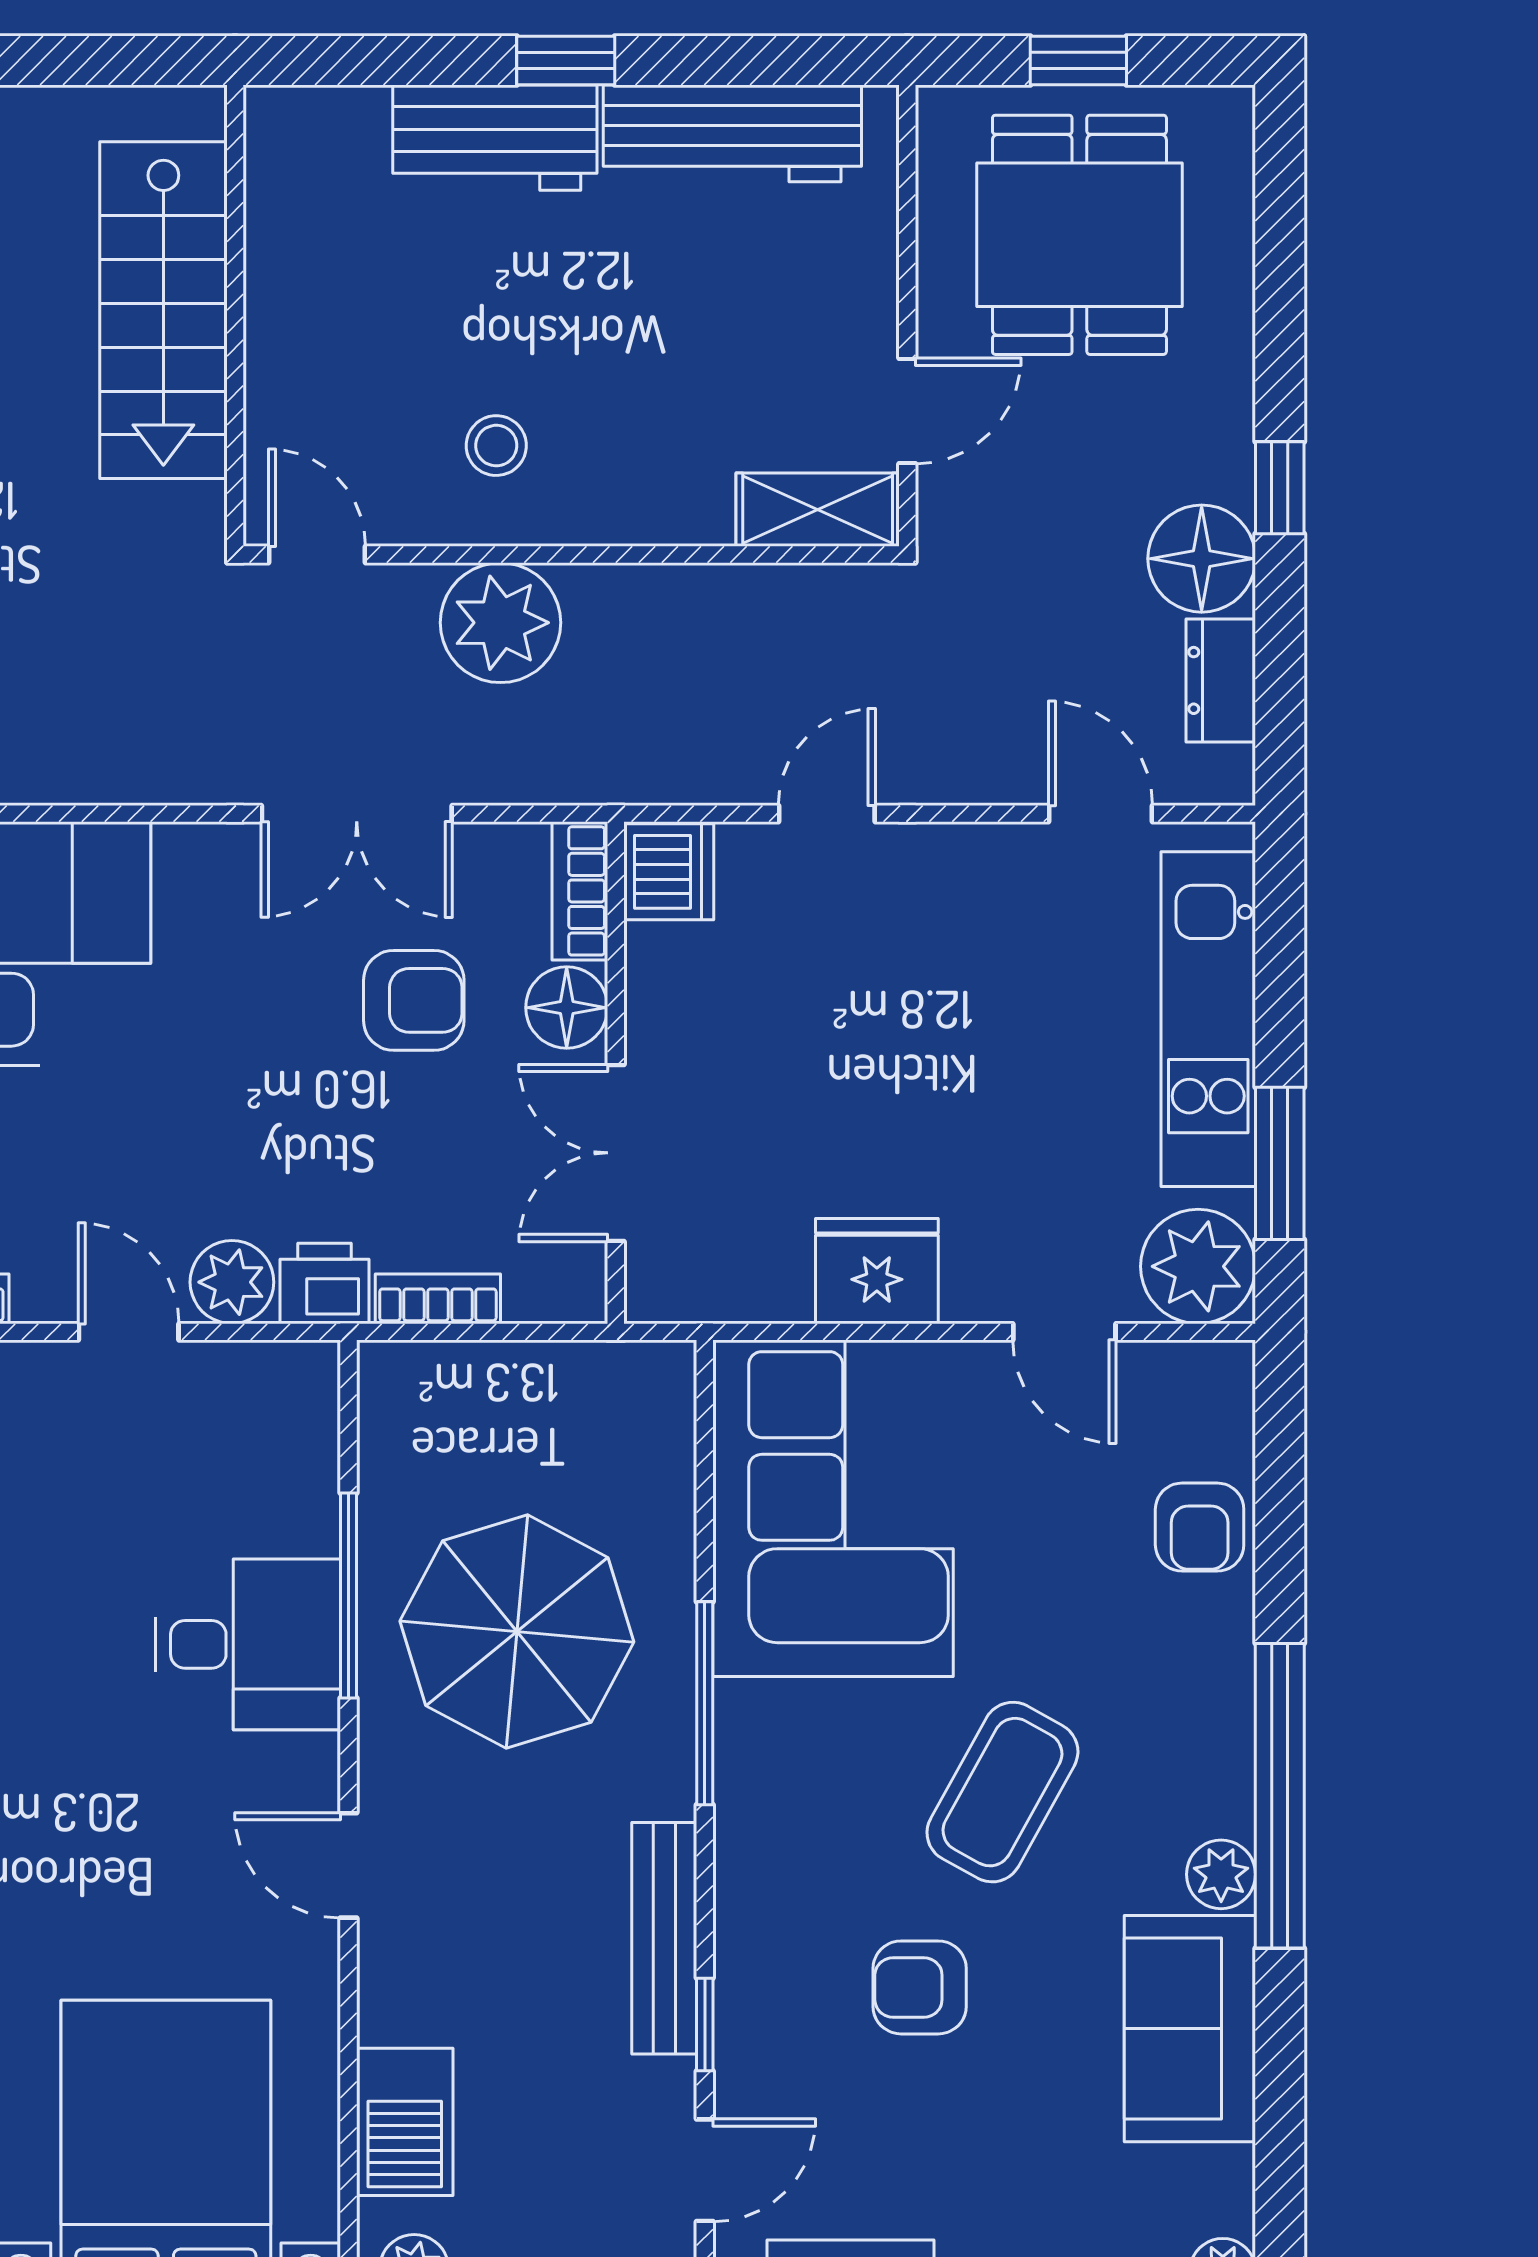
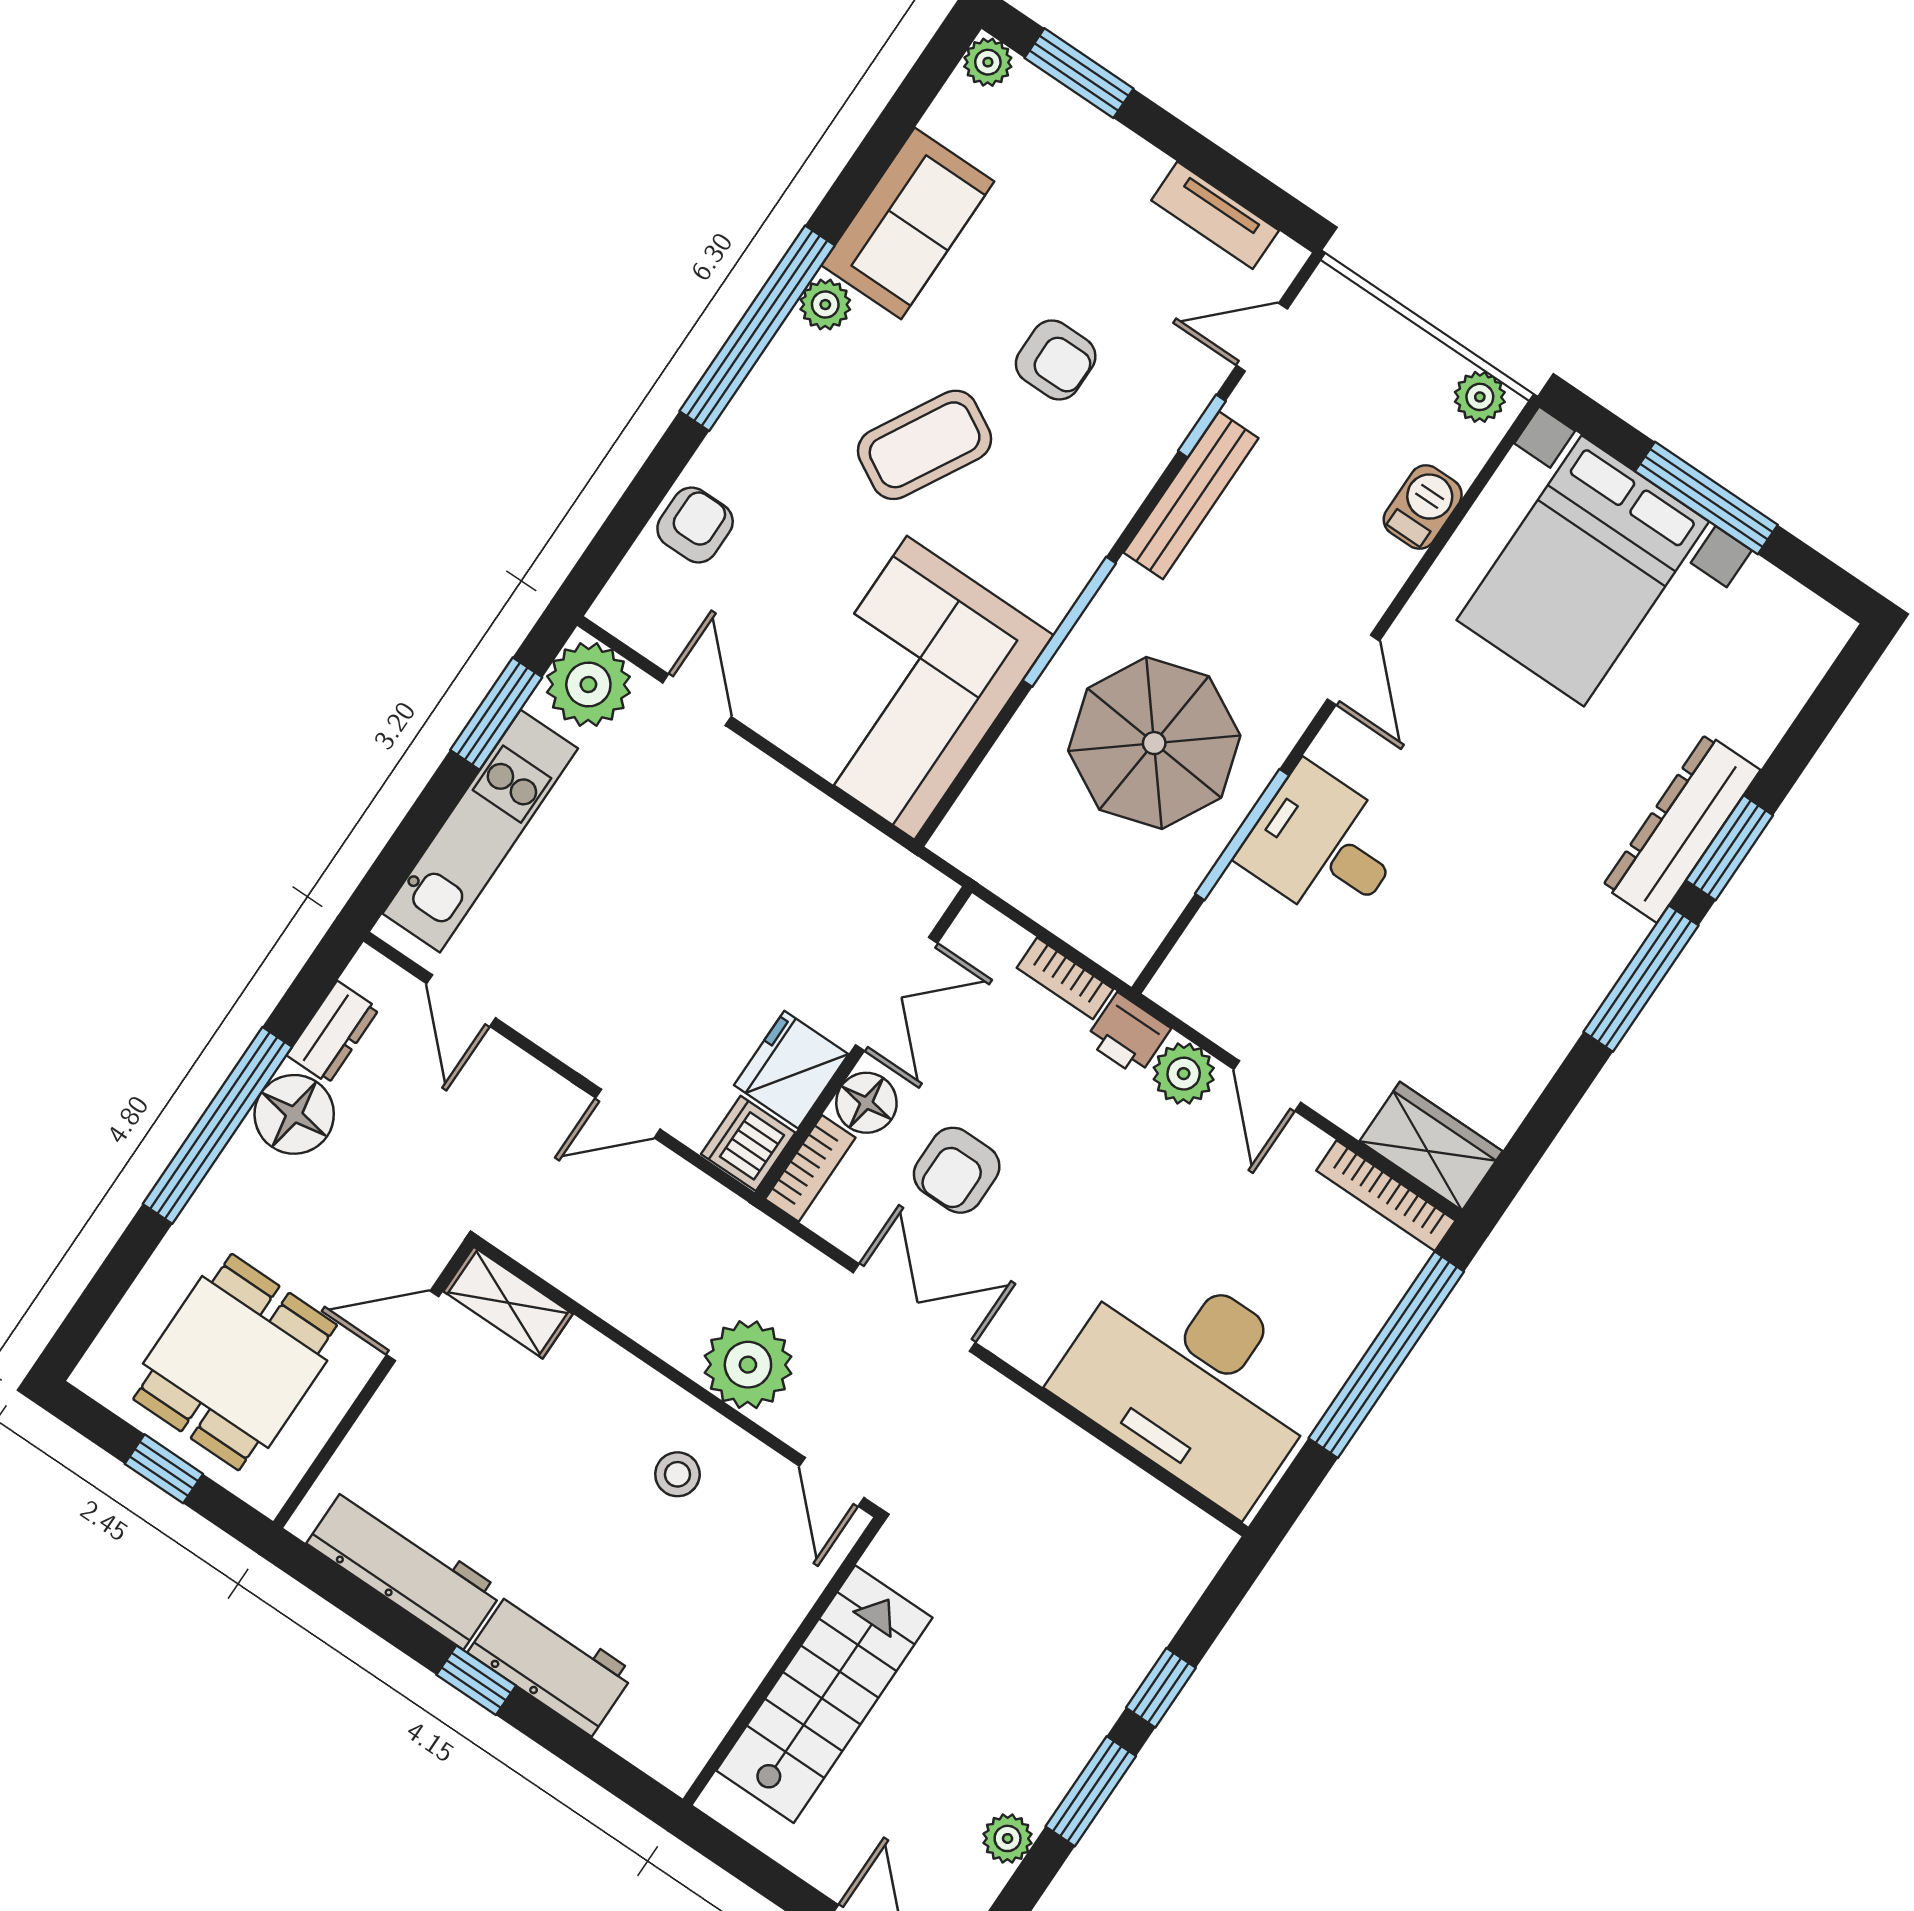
window: (1280, 488) -> (217, 1125), width x3.17
armchair: (414, 1000) -> (957, 1170), turned -90
fridge: (877, 1271) -> (791, 1070), moved, turned 90
barbecue: (405, 2122) -> (1423, 507), width x0.73, depth x0.79

